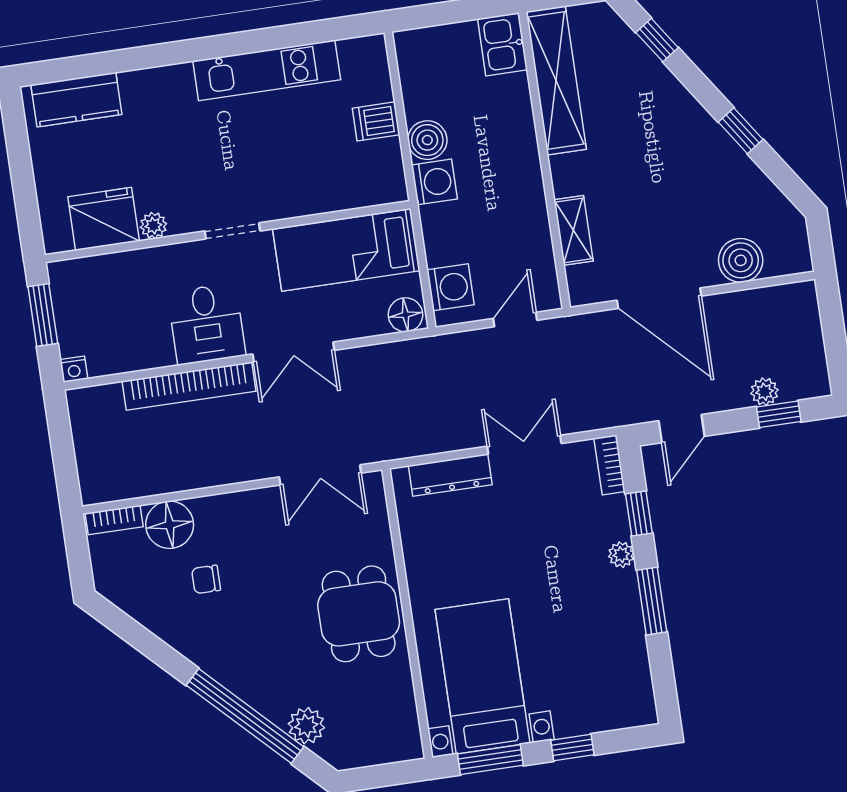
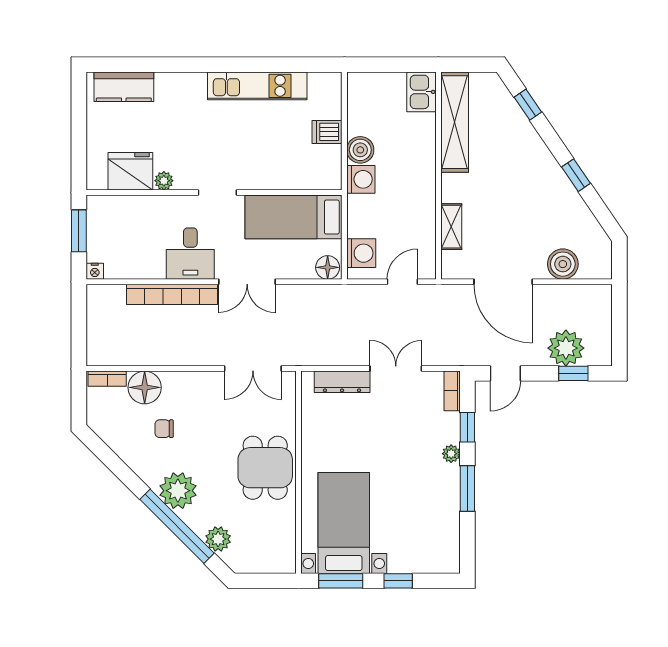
plant: (764, 392) -> (566, 348), width x1.88, depth x1.88
plant: (239, 665) -> (178, 491), added

